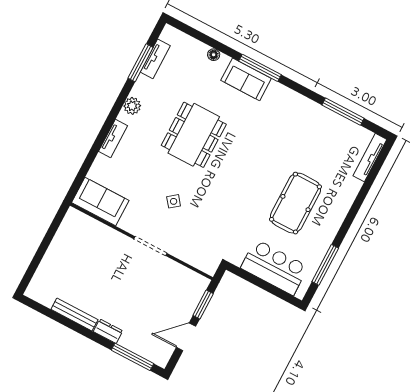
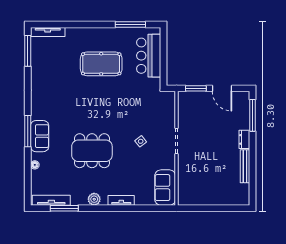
tv unit: (155, 59) -> (51, 200), width x1.41
window: (343, 112) -> (28, 51), moved

